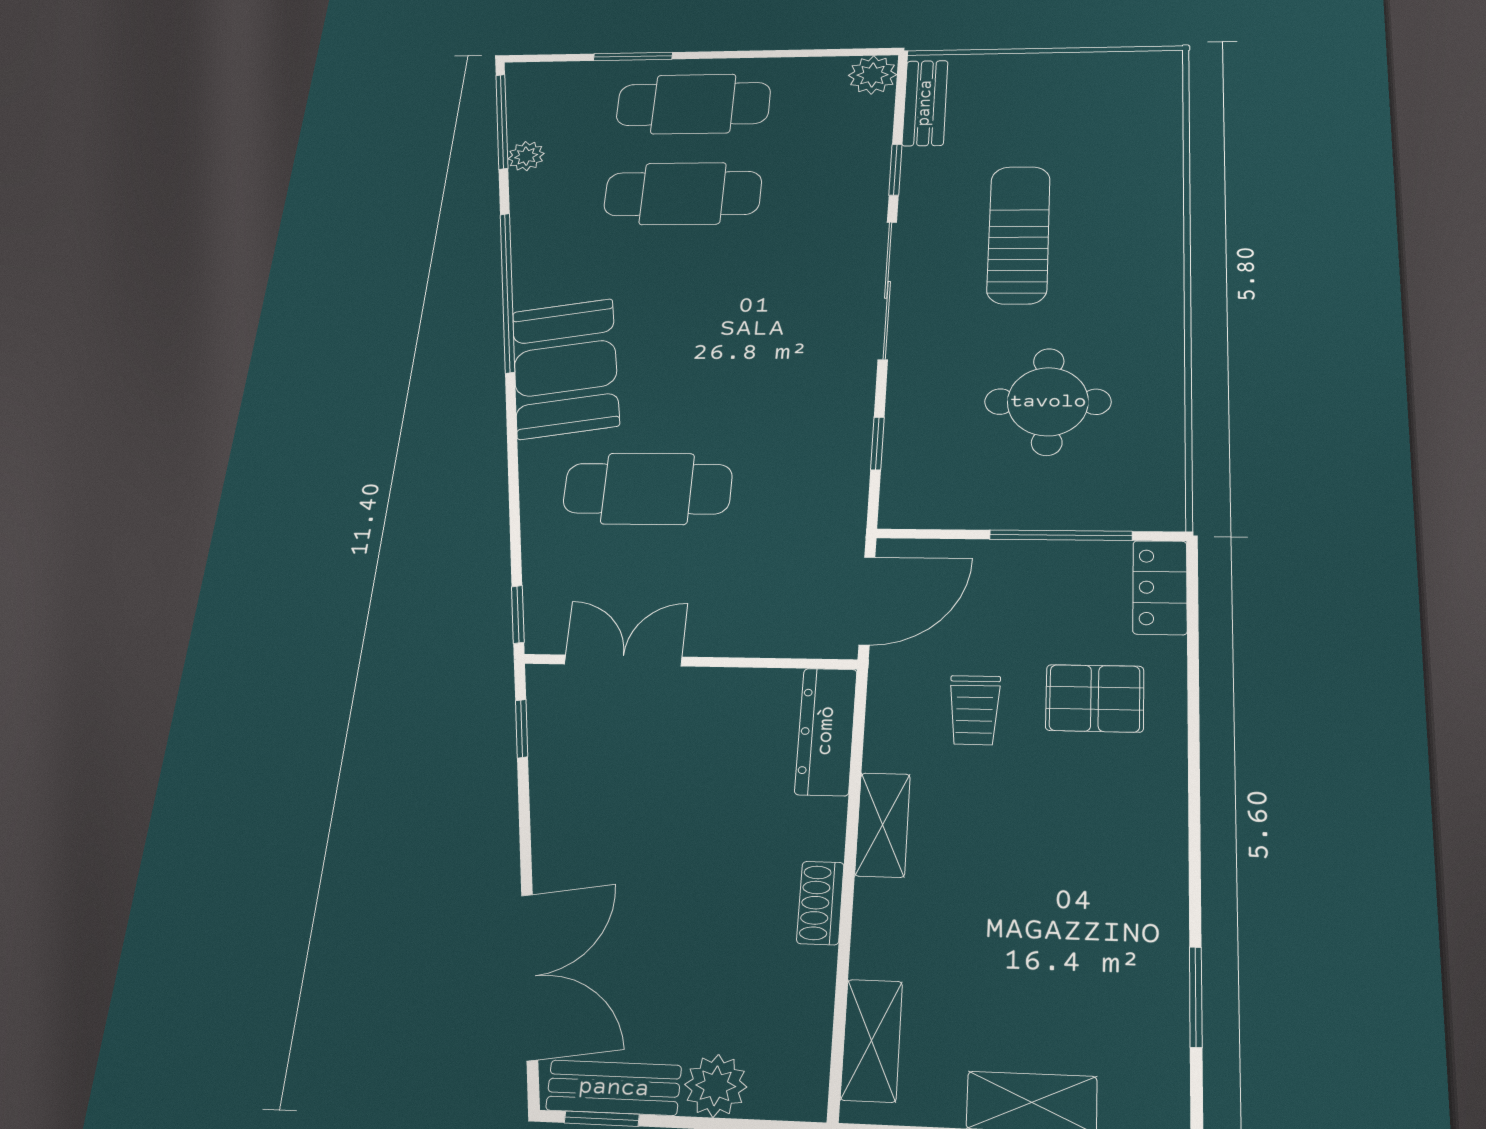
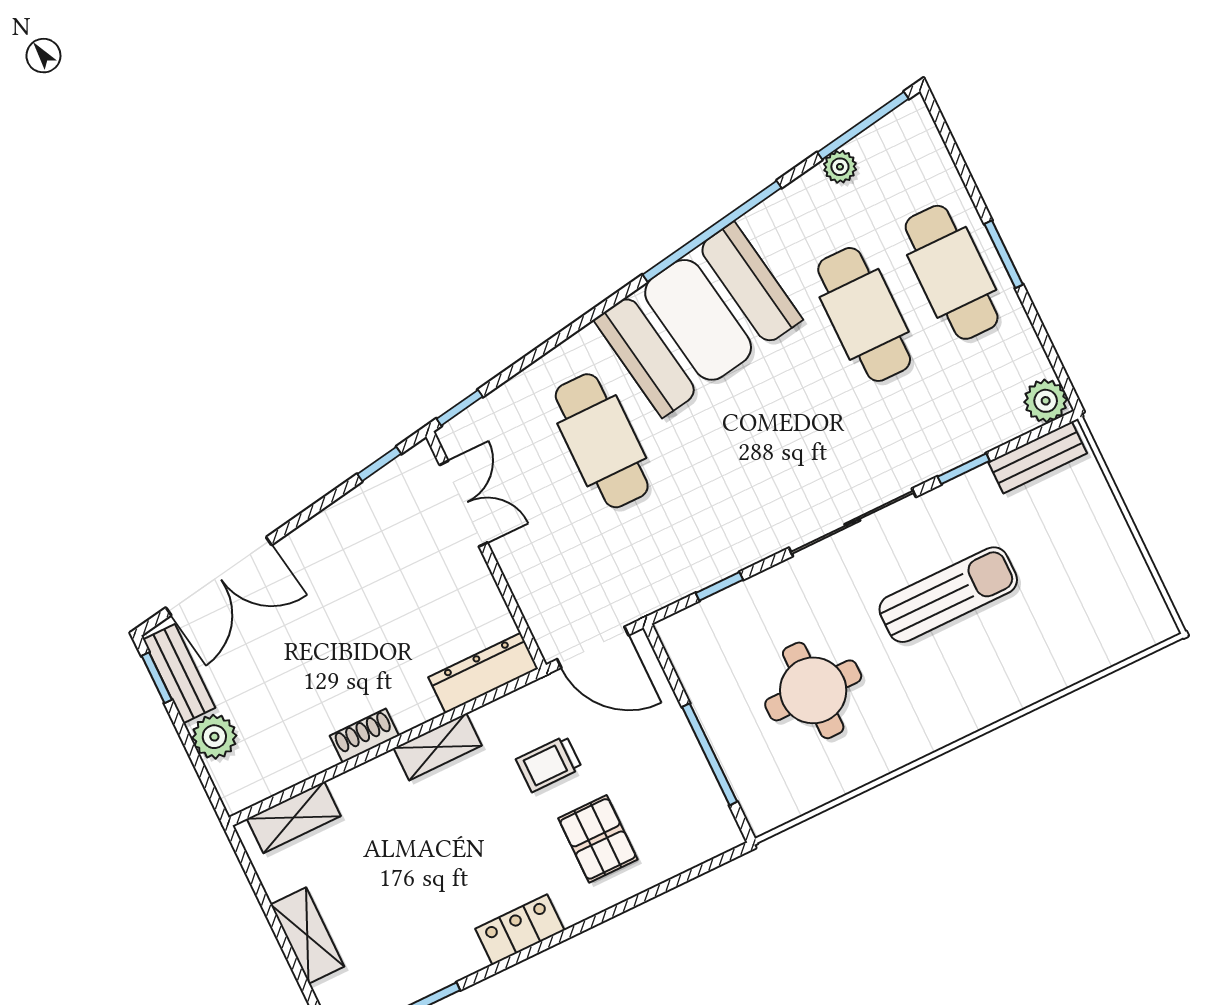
window: (633, 57) -> (1004, 254), moved
booth: (565, 368) -> (698, 320), width x1.36, depth x1.42
locker: (1160, 587) -> (520, 930), moved

